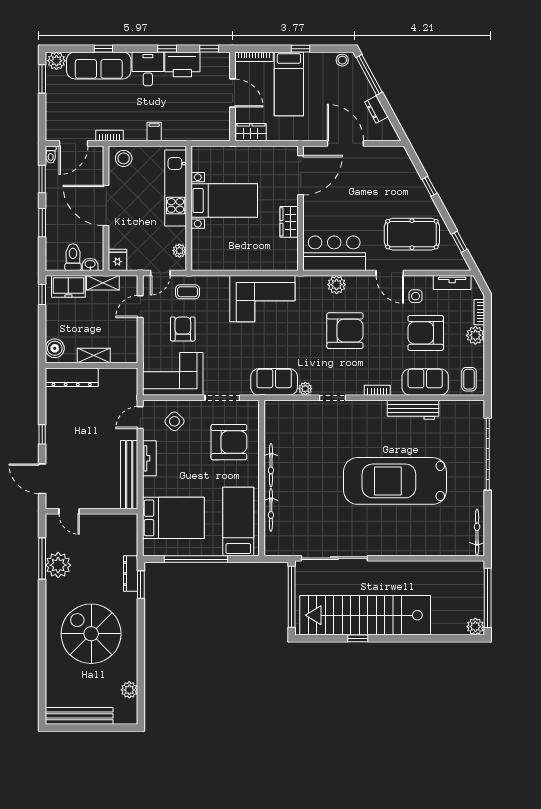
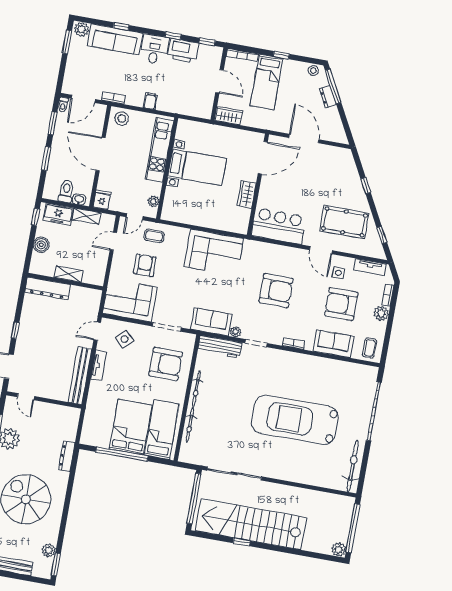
dresser: (376, 109) -> (328, 97), moved
plant: (337, 285) -> (276, 252), removed
boiler: (55, 348) -> (41, 245), moved
workbench: (413, 410) -> (220, 347), moved
bed: (173, 518) -> (131, 427), moved, turned -90
bicycle: (477, 532) -> (353, 466), width x1.37, depth x1.40
window: (141, 585) -> (56, 564), moved

